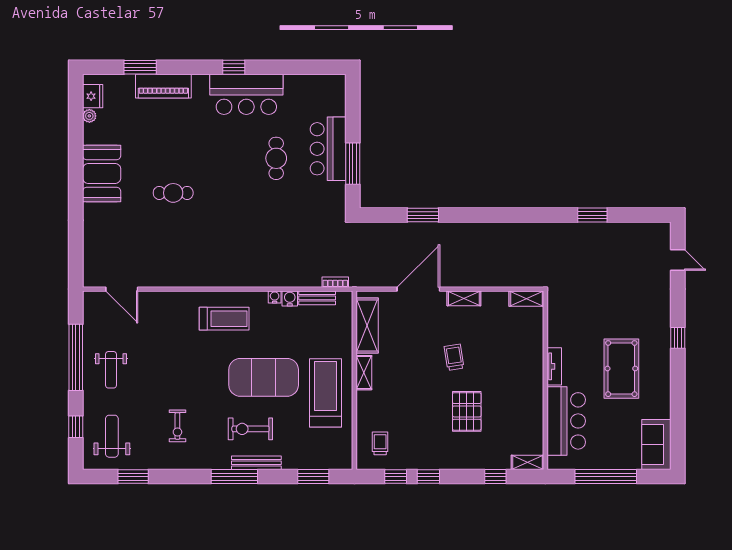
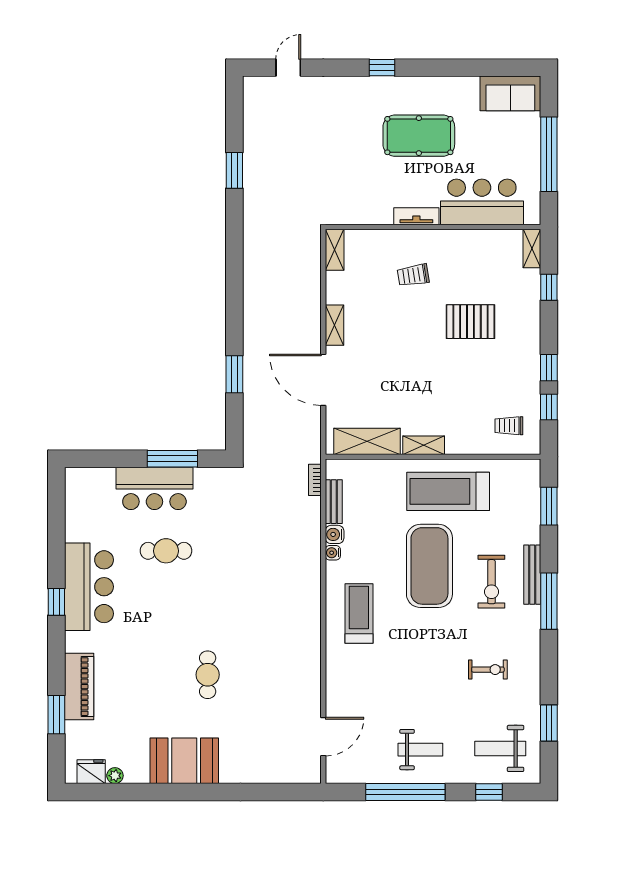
trolley: (454, 357) -> (413, 275), moved

